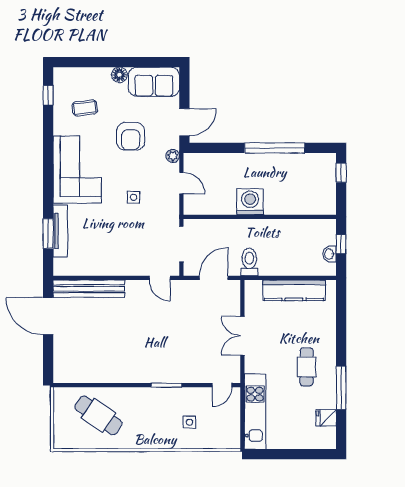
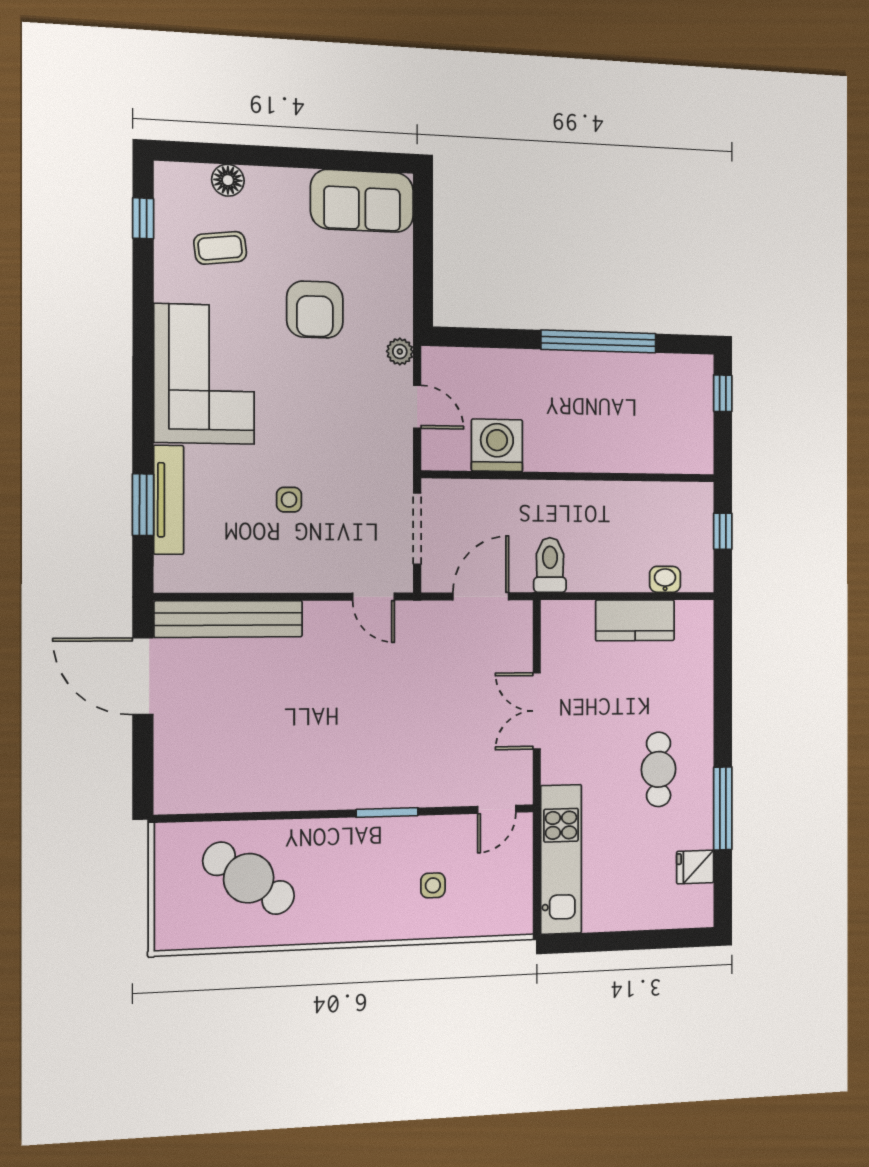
floor lamp: (119, 75) -> (228, 180), moved
door: (184, 122) -> (423, 285), removed
side table: (134, 197) -> (289, 500), moved
washing machine: (250, 202) -> (497, 445), moved
washbasin: (330, 254) -> (665, 579), moved, turned 90
kitchen counter: (294, 290) -> (635, 620), width x0.67

